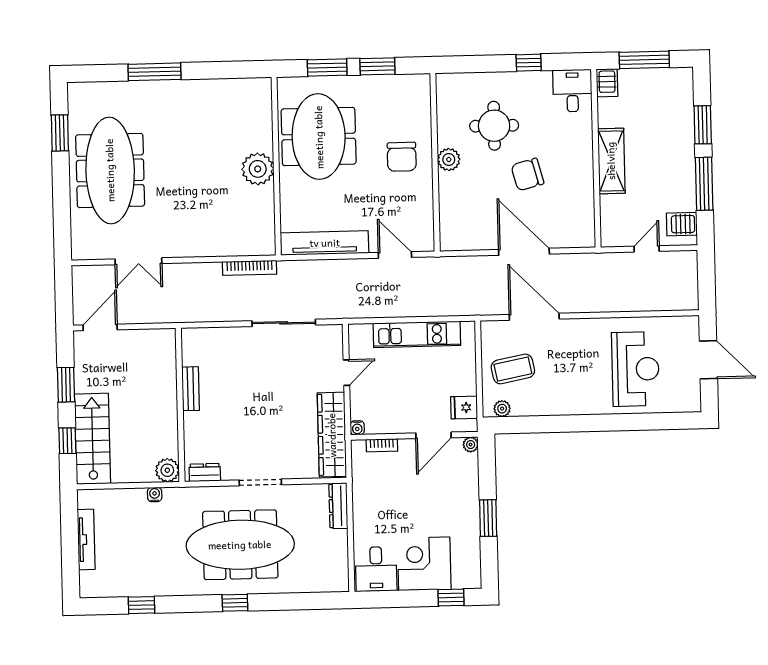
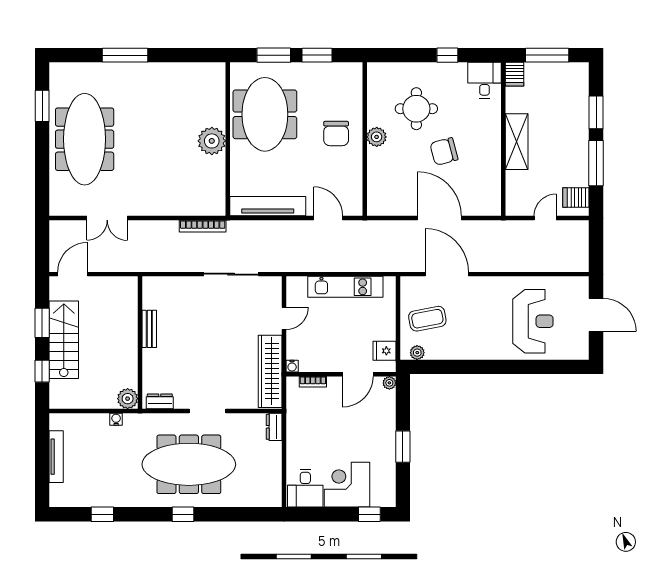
stairs: (93, 439) -> (64, 340), moved
dresser: (338, 506) -> (274, 427), width x0.70

